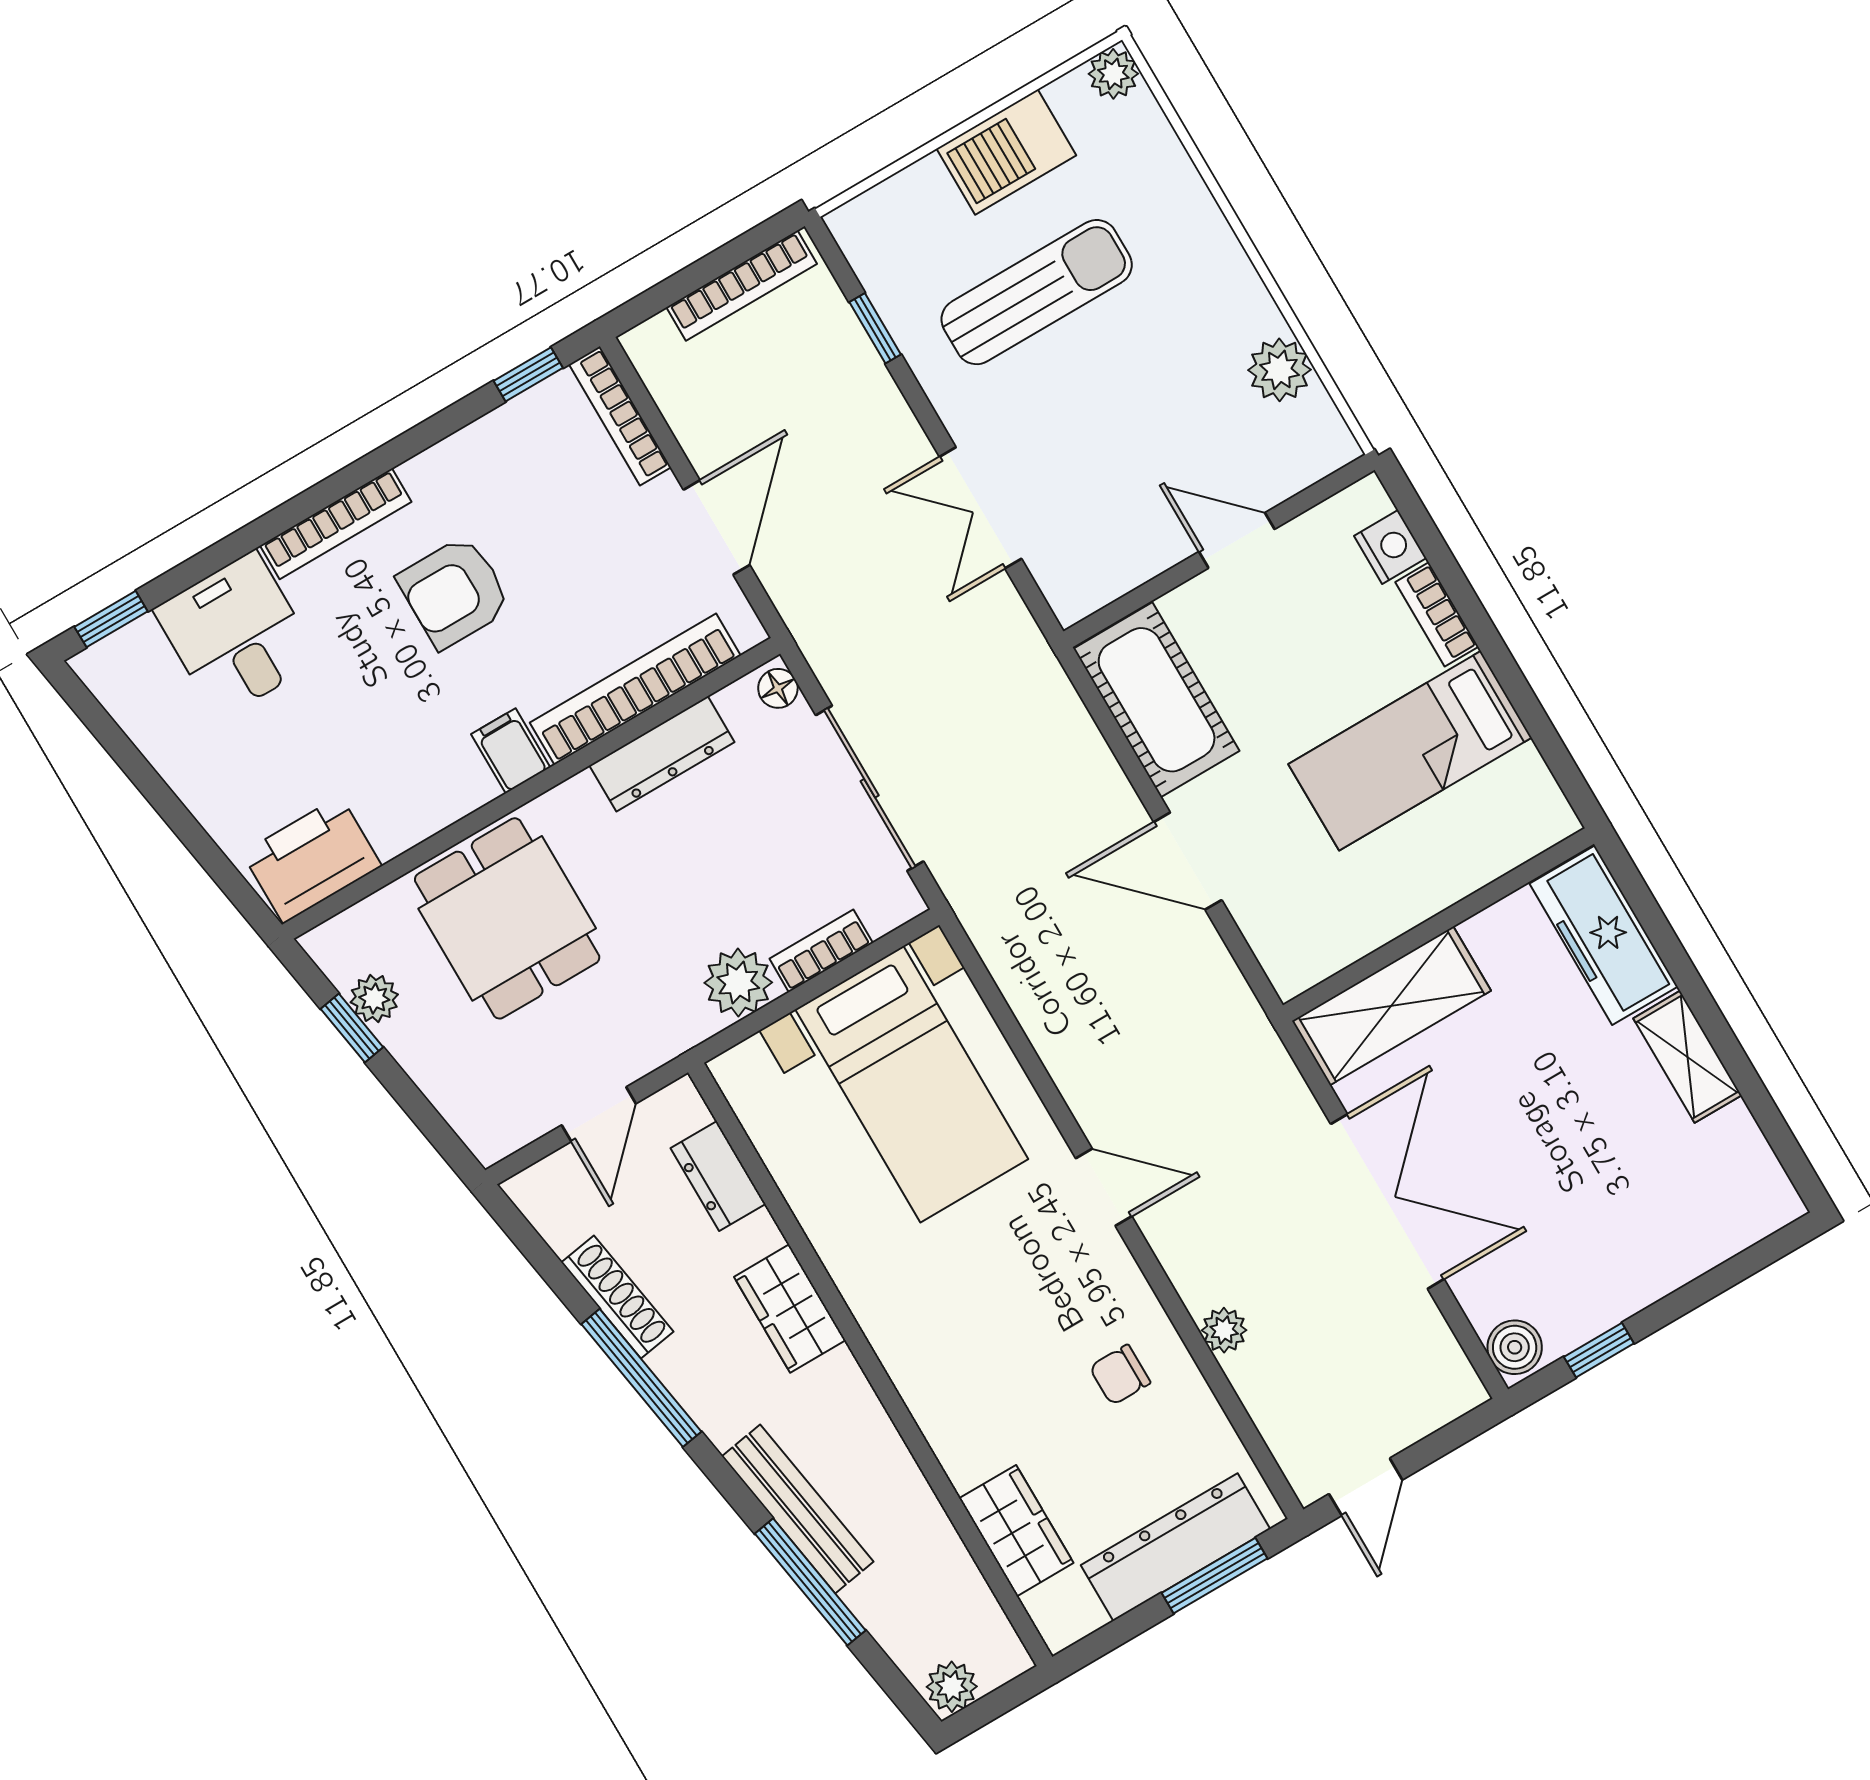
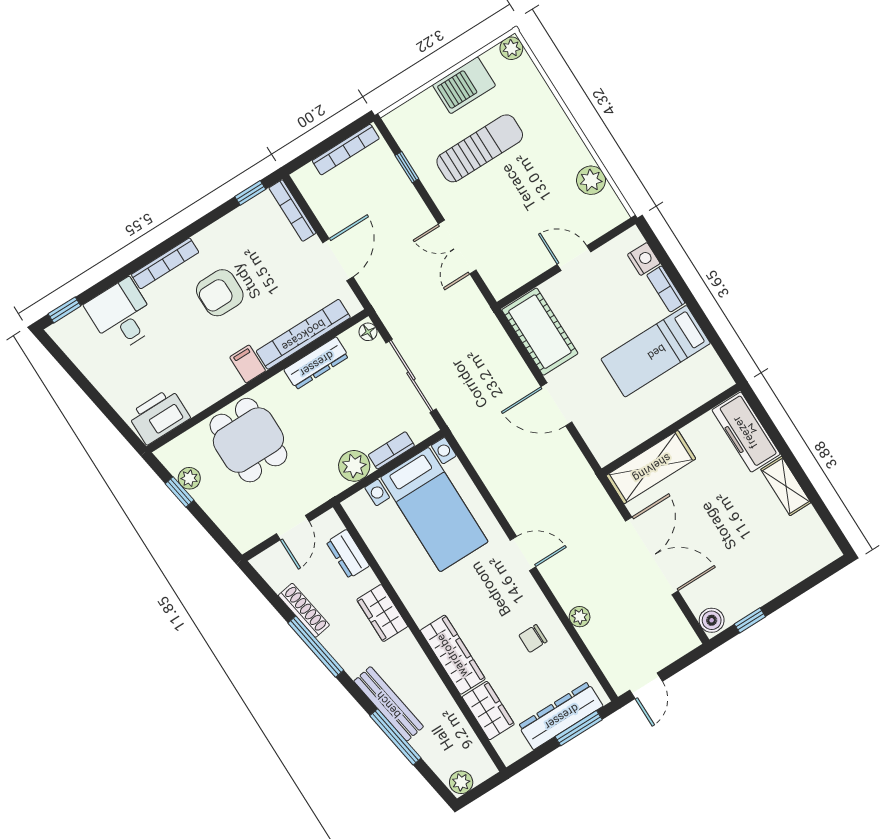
wardrobe: (942, 1405) -> (453, 655), added

